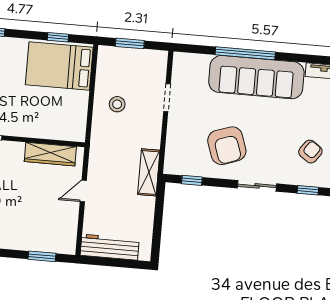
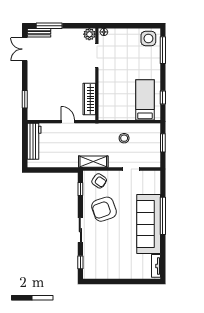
bed: (59, 66) -> (145, 100), width x0.67
armchair: (310, 152) -> (99, 181), moved
shelving: (149, 172) -> (93, 162), moved

